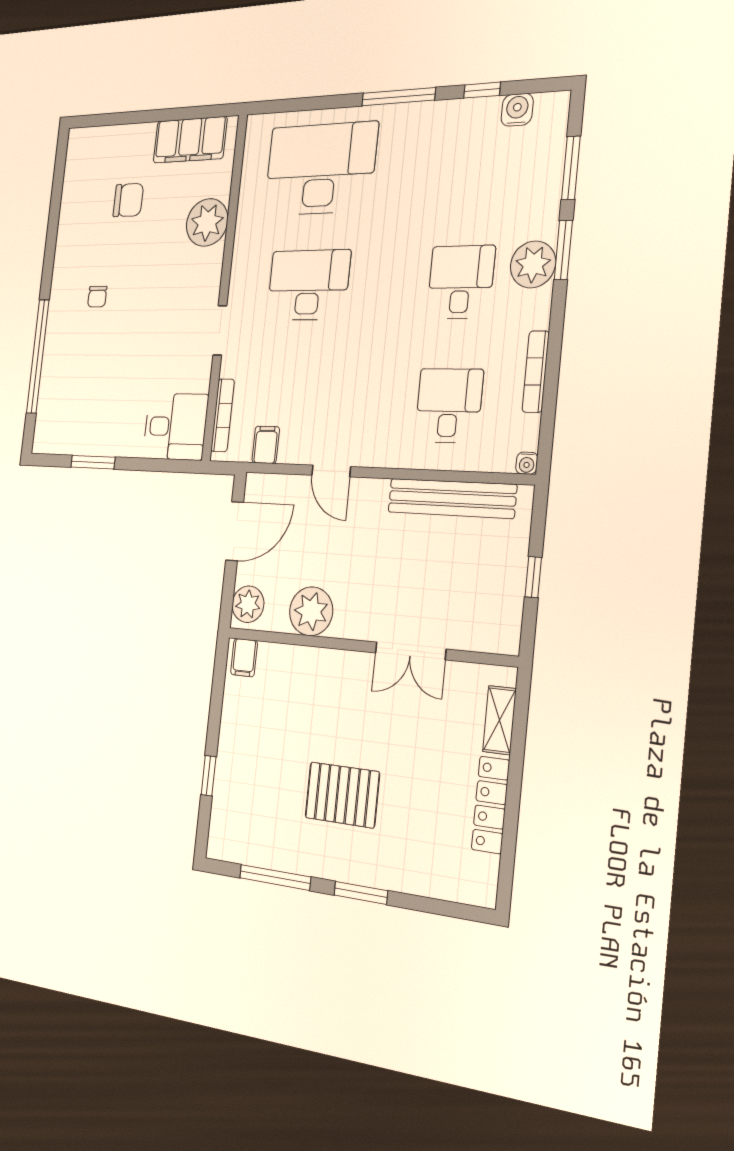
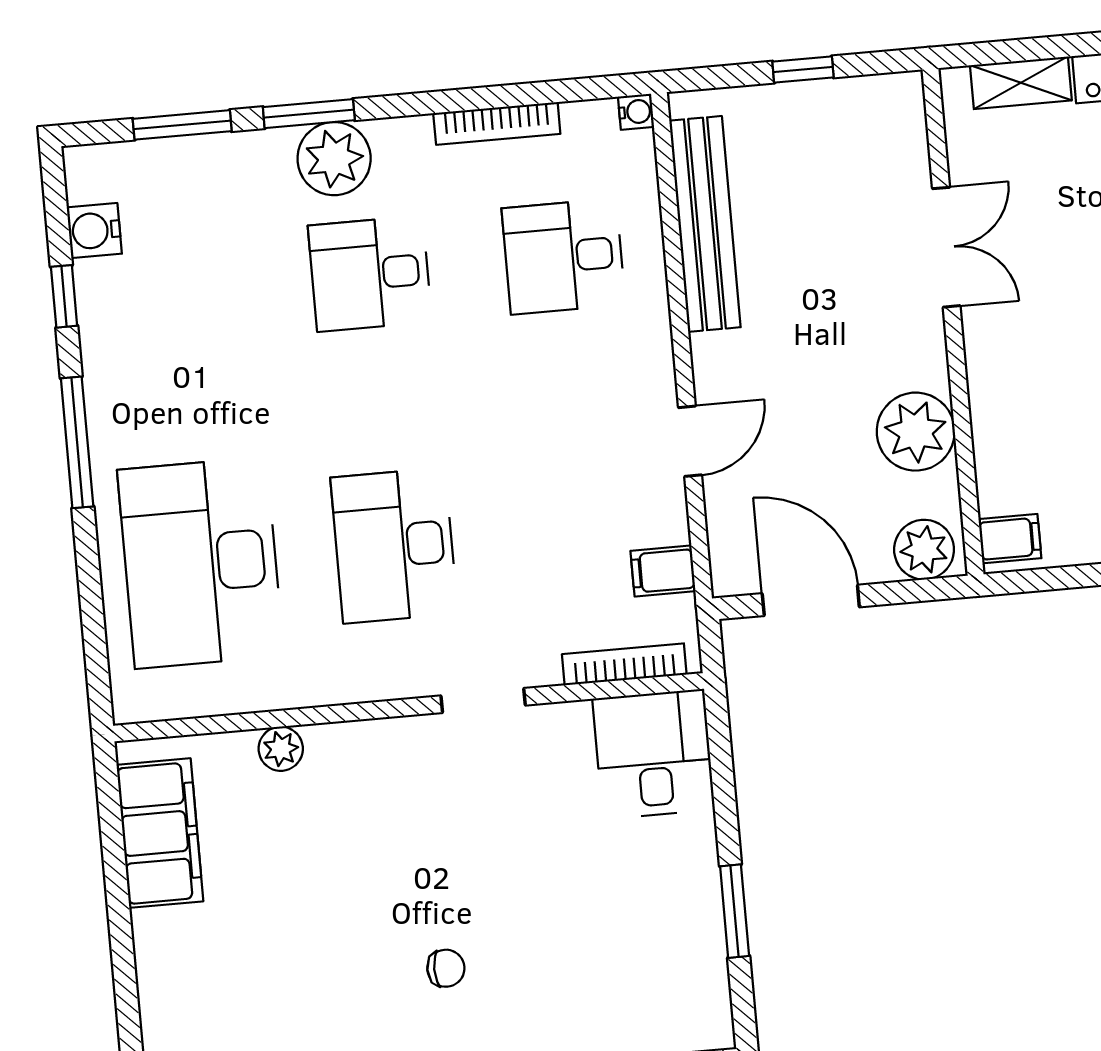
chair: (128, 200) -> (271, 940), removed
plant: (207, 222) -> (281, 749), width x0.53, depth x0.53

